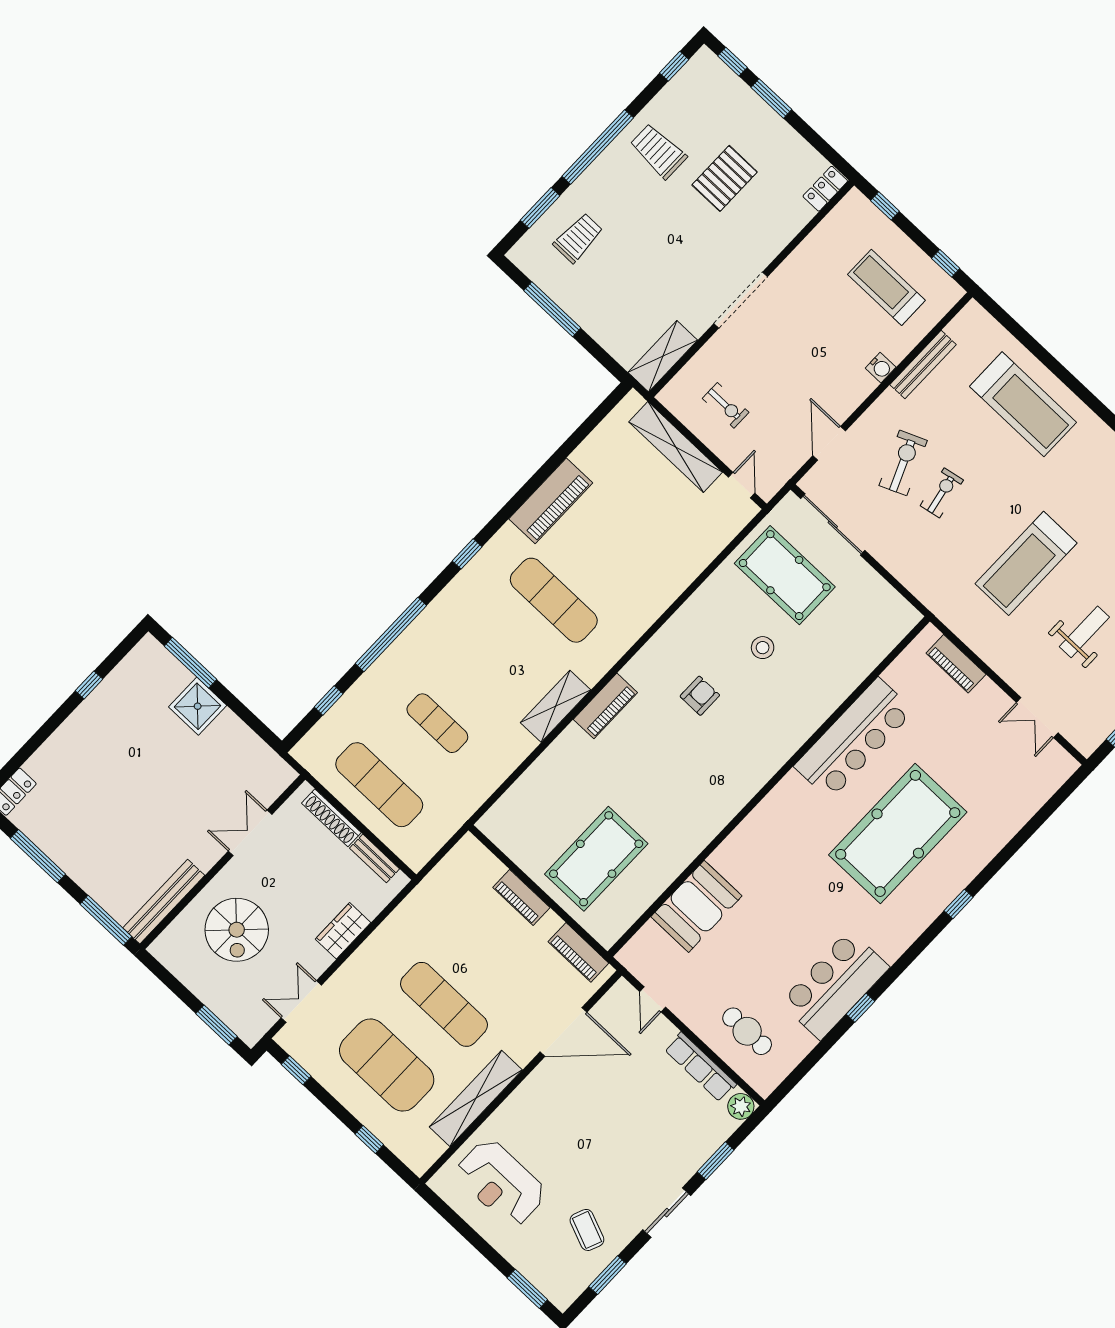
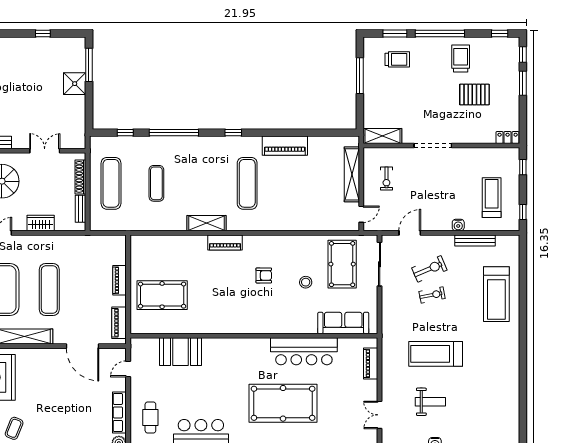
sofa: (866, 649) -> (343, 323), added

